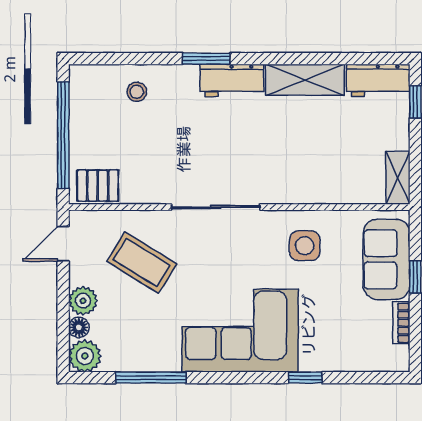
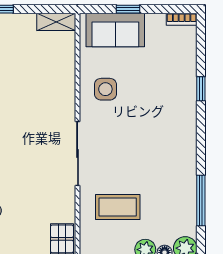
coffee table: (142, 263) -> (118, 207), turned 58
bookcase: (401, 323) -> (182, 19), moved
corner sofa: (240, 331) -> (167, 136), removed

